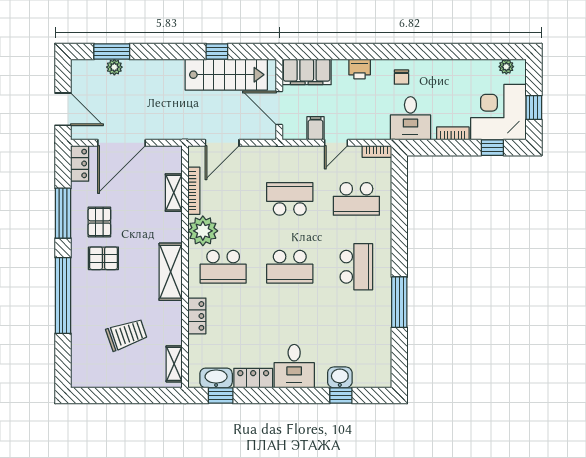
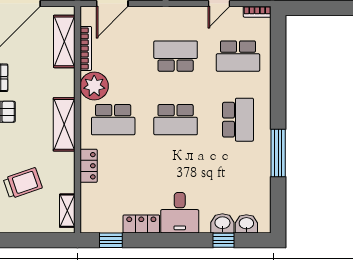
shelving: (174, 193) -> (64, 41), width x1.50, depth x1.33
washbasin: (216, 378) -> (246, 224), moved, width x0.72

